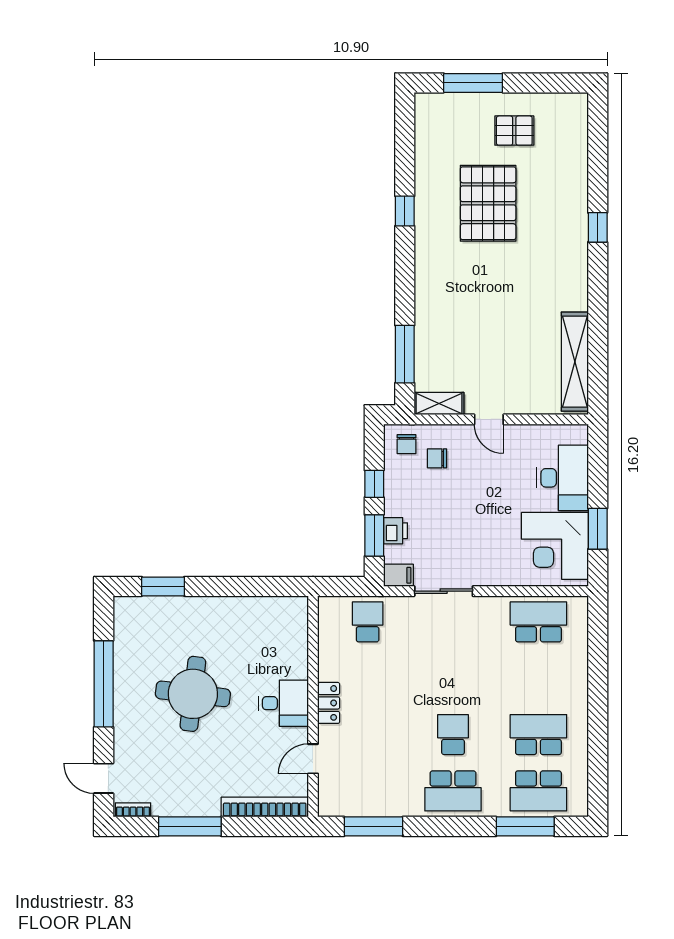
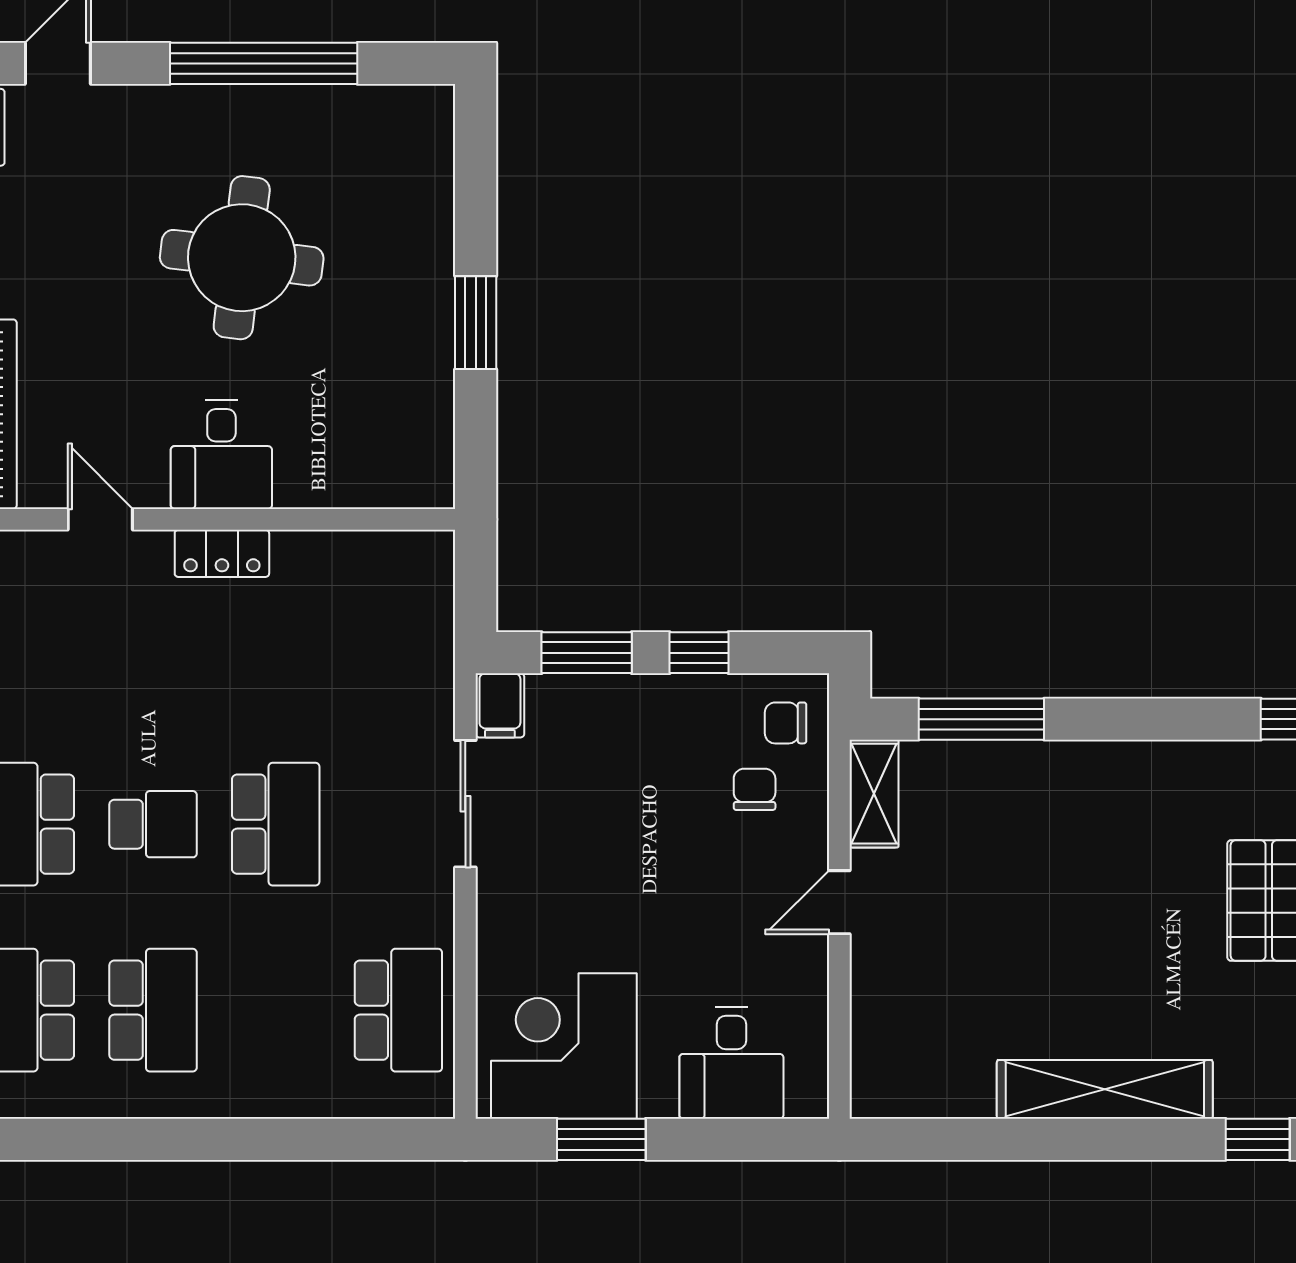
shelving: (575, 362) -> (1105, 1089), moved
desk: (563, 478) -> (731, 1063), width x0.73
printer: (396, 531) -> (597, 699), removed
window: (163, 586) -> (476, 323), moved
school desk: (368, 622) -> (276, 824), moved, width x1.85

